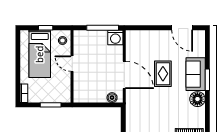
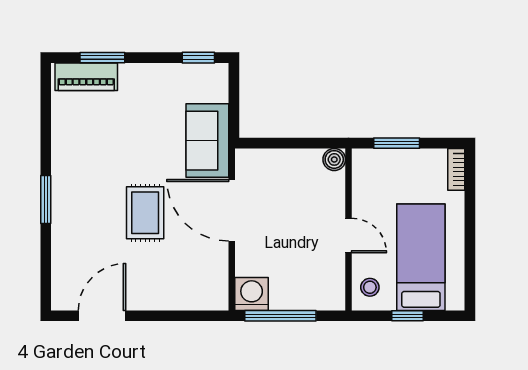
door: (182, 28) -> (102, 316), hinge flipped
sofa: (196, 74) -> (207, 141), moved, turned 180
boiler: (112, 98) -> (334, 159), moved
floor lamp: (197, 99) -> (68, 156), removed

